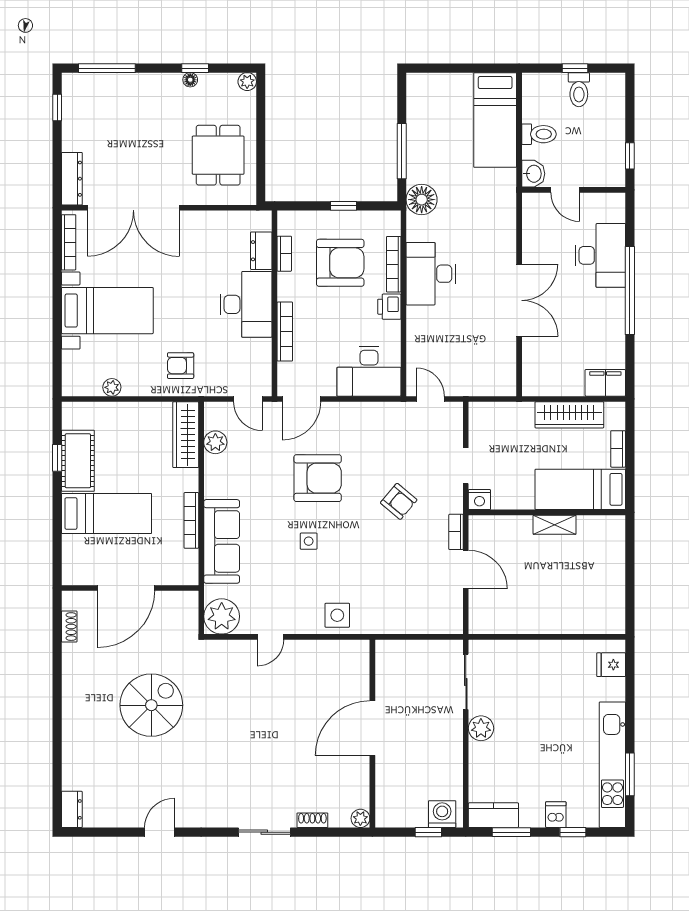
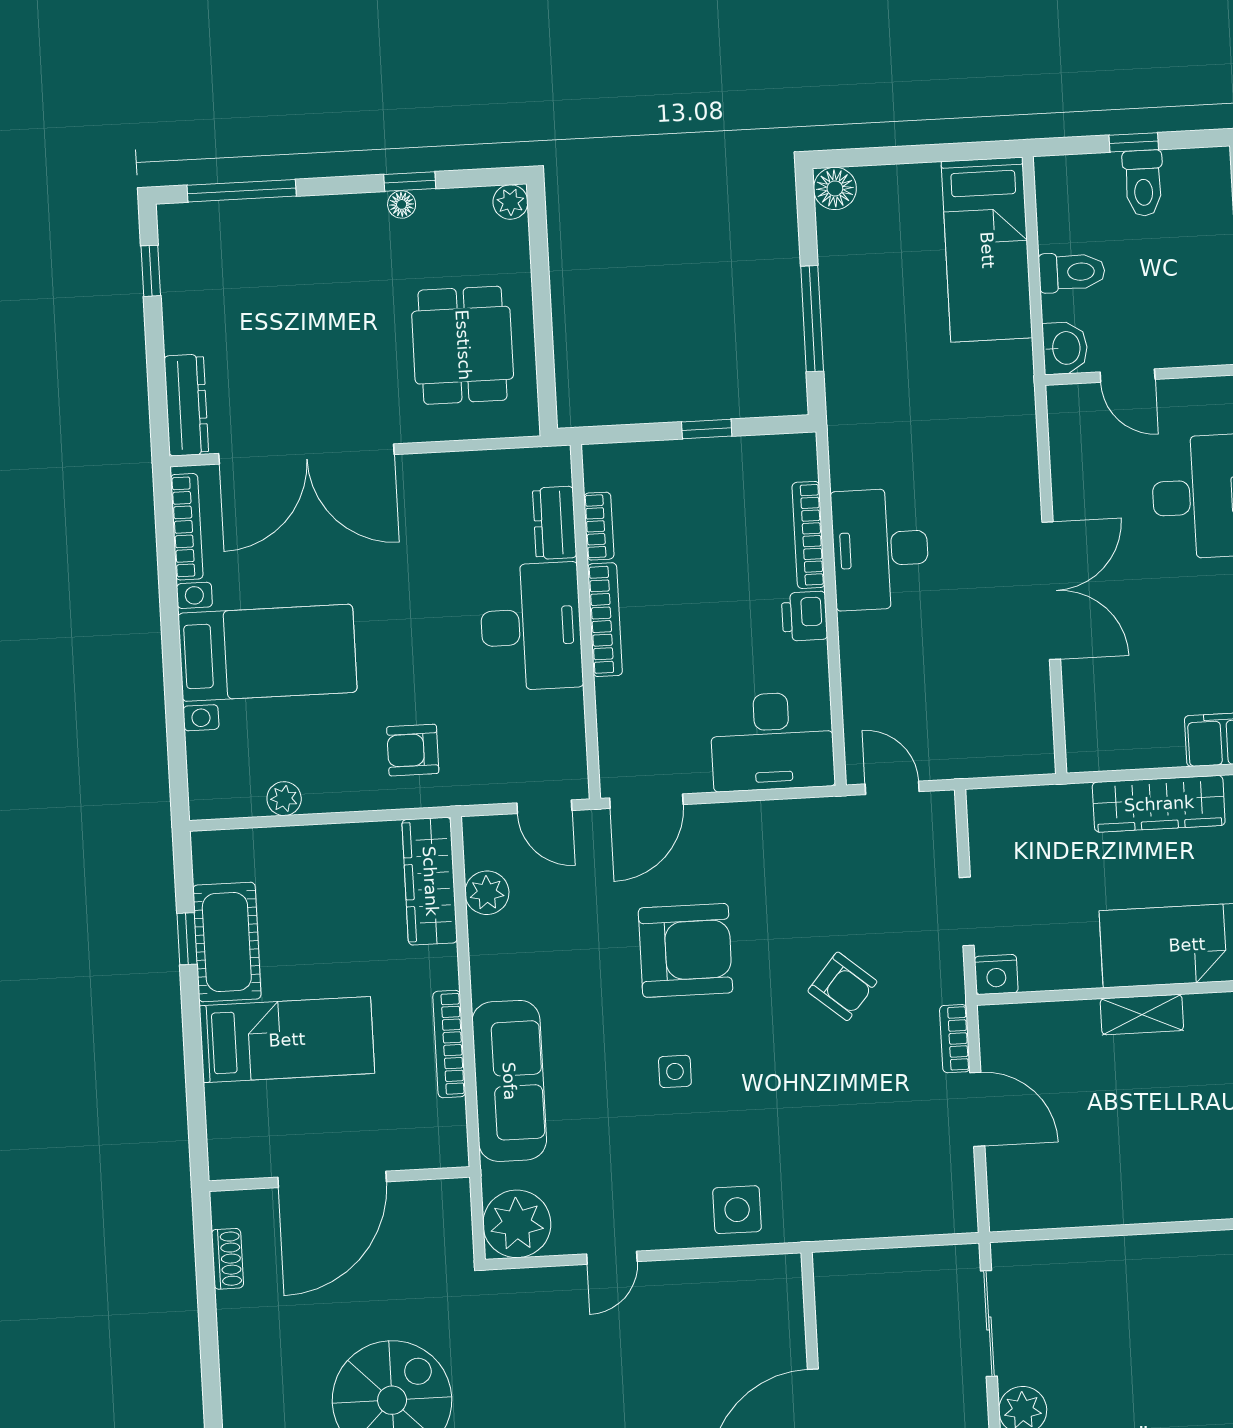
floor lamp: (422, 200) -> (835, 188), moved, width x0.73, depth x0.73
armchair: (340, 263) -> (706, 538), removed
bookcase: (285, 332) -> (605, 620), moved

